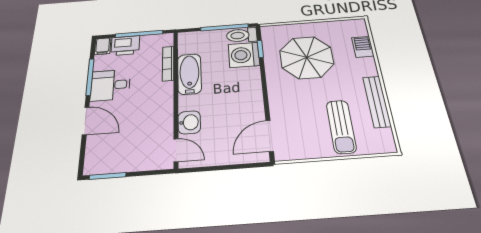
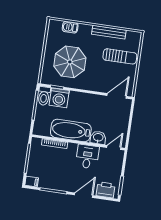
printer: (125, 46) -> (106, 190), moved, turned -90
bathtub: (189, 74) -> (71, 131), width x1.36, depth x1.36
desk: (110, 85) -> (87, 157), moved, turned 180
door: (270, 136) -> (117, 96), swing flipped

